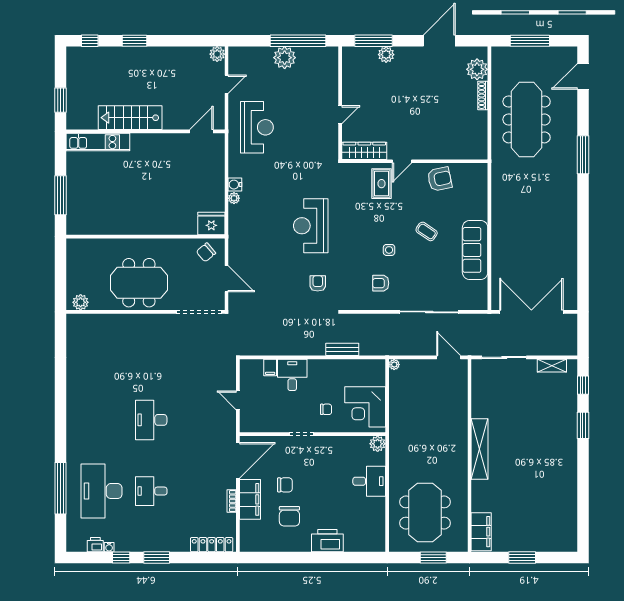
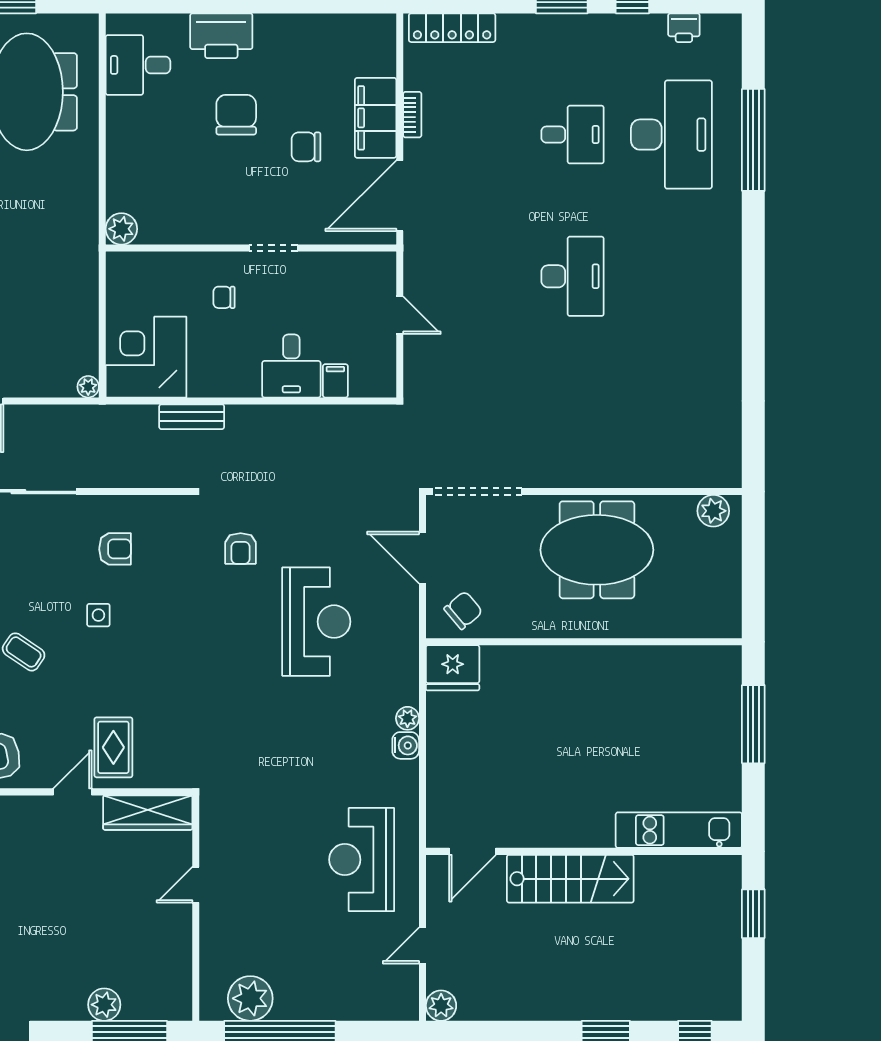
plant: (285, 58) -> (250, 998), moved
stairs: (130, 118) -> (570, 879), moved
reception desk: (311, 226) -> (316, 622), moved
corner desk: (365, 407) -> (146, 357), moved, turned -90
desk: (369, 481) -> (138, 65), moved
chair: (289, 516) -> (236, 115), moved
water cooler: (109, 547) -> (656, 23), removed

